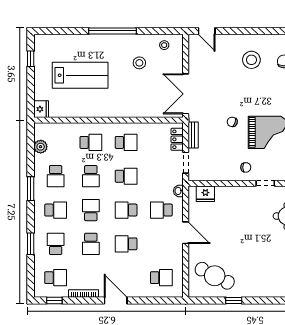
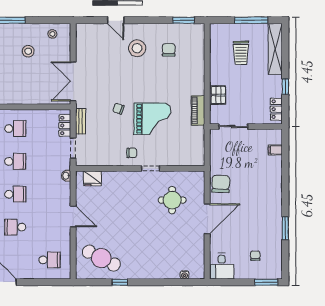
door: (207, 31) -> (116, 20), moved
school desk: (126, 210) -> (15, 194), turned 180
school desk: (161, 210) -> (49, 194), removed

